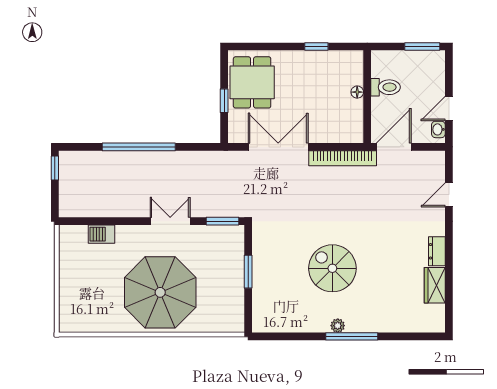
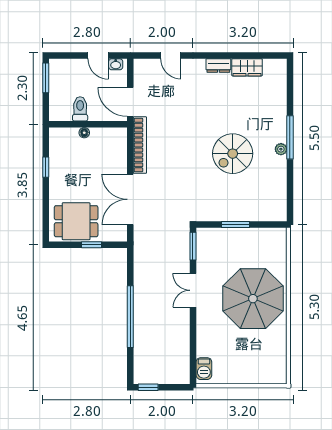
barbecue: (102, 234) -> (204, 369), moved

